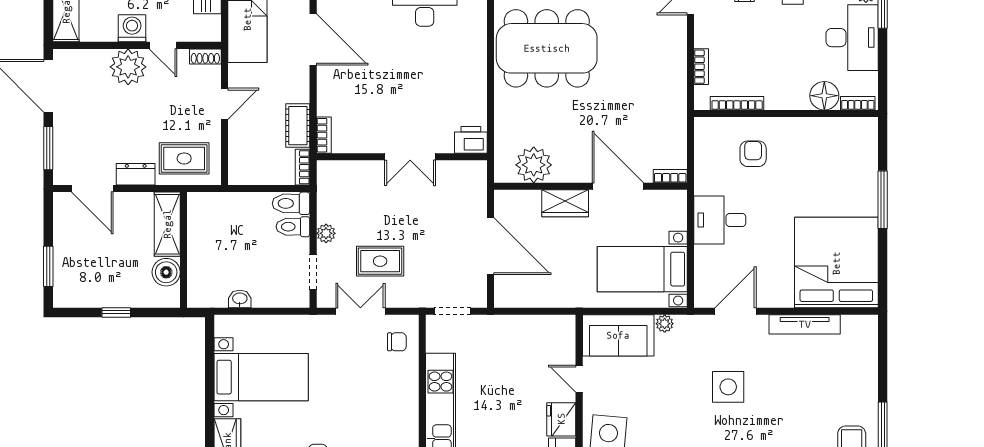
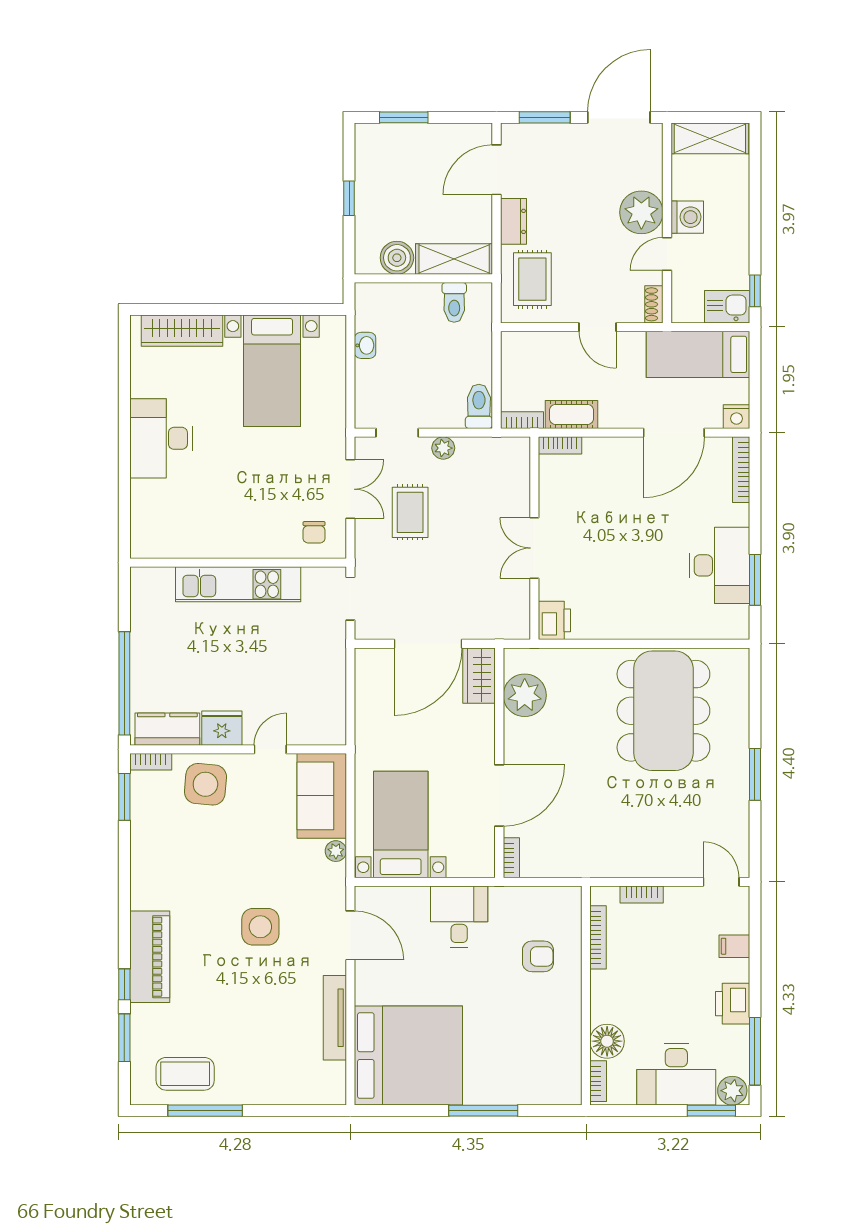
wardrobe: (565, 203) -> (479, 676), moved
toilet: (293, 227) -> (454, 302), moved, turned 180

